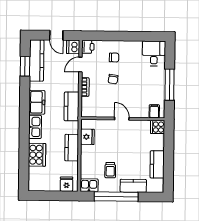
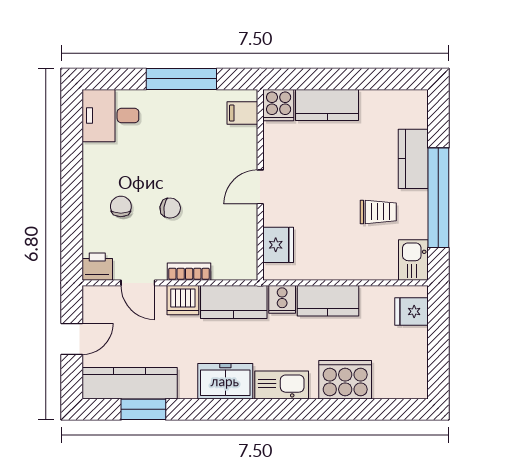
dishwasher: (73, 47) -> (183, 300), moved
cooker: (72, 128) -> (282, 299), added
fridge: (87, 137) -> (278, 245), moved, turned 90
kitchen counter: (157, 164) -> (327, 105), moved

